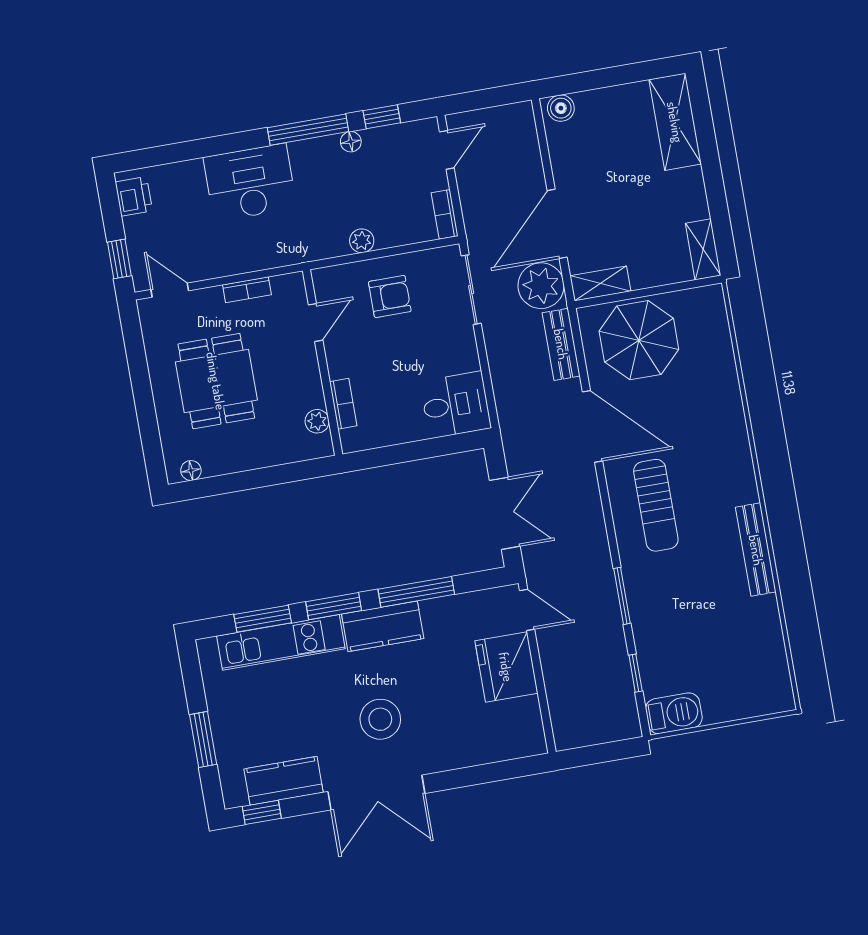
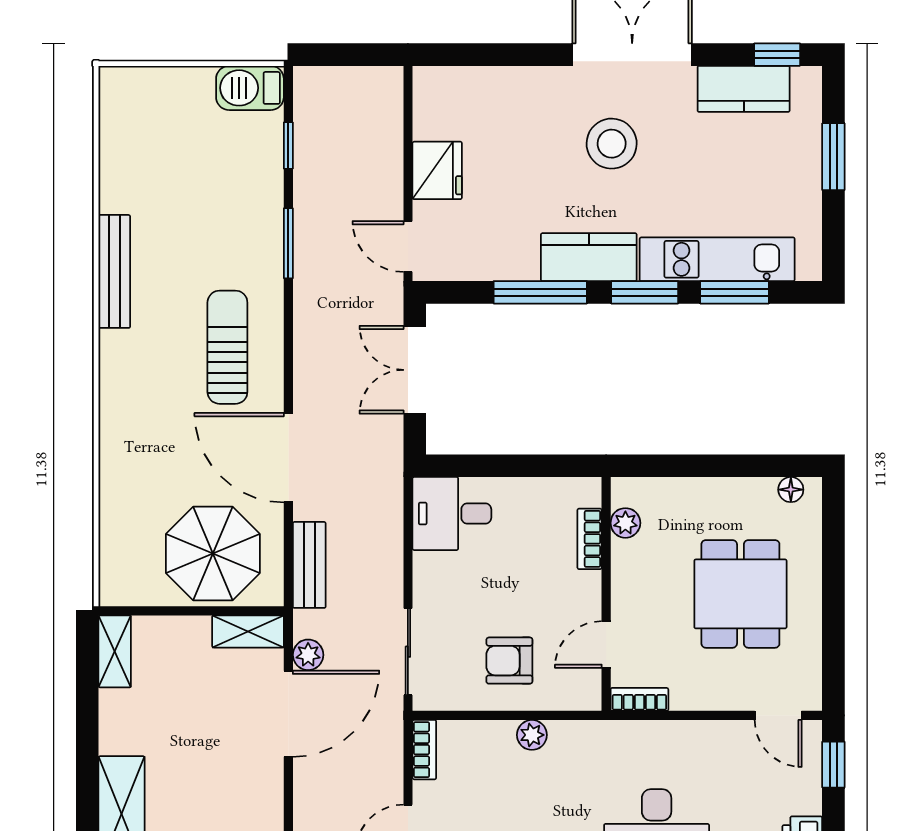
plant: (541, 286) -> (308, 655), width x0.53, depth x0.53
bookcase: (247, 290) -> (639, 699), moved
fridge: (506, 667) -> (437, 170), width x0.73, depth x0.75

